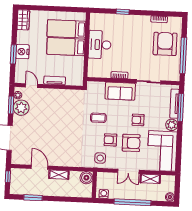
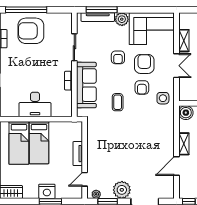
window: (183, 55) -> (26, 10), moved
sofa: (120, 91) -> (86, 85), width x1.36
plant: (21, 108) -> (122, 190), moved

